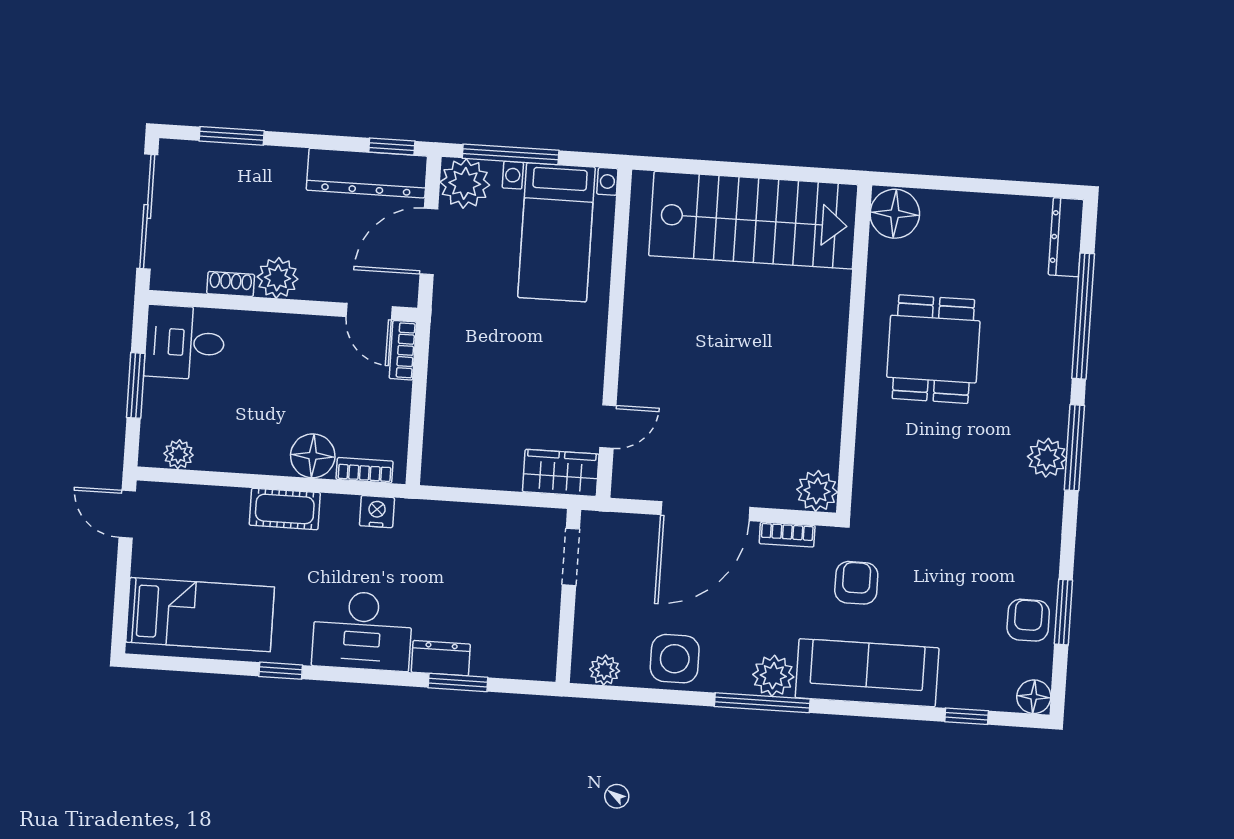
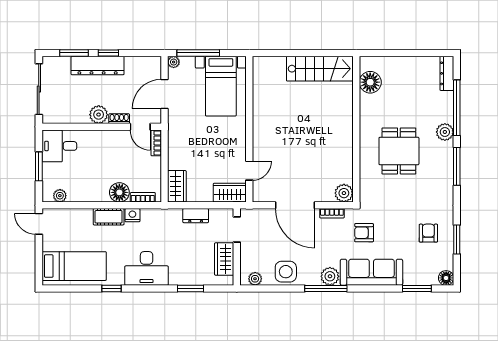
window: (392, 146) -> (108, 53), moved
dresser: (367, 173) -> (98, 66), moved
plant: (465, 183) -> (174, 62), width x0.53, depth x0.53
floor lamp: (895, 214) -> (370, 82), moved
stairs: (753, 220) -> (320, 69), width x0.73, depth x0.66
shoe rack: (231, 284) -> (119, 119), moved
dining table: (933, 349) -> (399, 151), moved
wardrobe: (443, 451) -> (177, 186), added
plant: (1047, 458) -> (445, 132), moved
door: (705, 511) -> (295, 205), hinge flipped
nightstand: (377, 512) -> (132, 215), moved
armchair: (856, 583) -> (364, 233), turned -90
armchair: (1028, 620) -> (428, 233), moved
wardrobe: (538, 621) -> (224, 259), added
dresser: (441, 658) -> (196, 216), moved, turned 180
window: (967, 716) -> (417, 289), width x1.50

